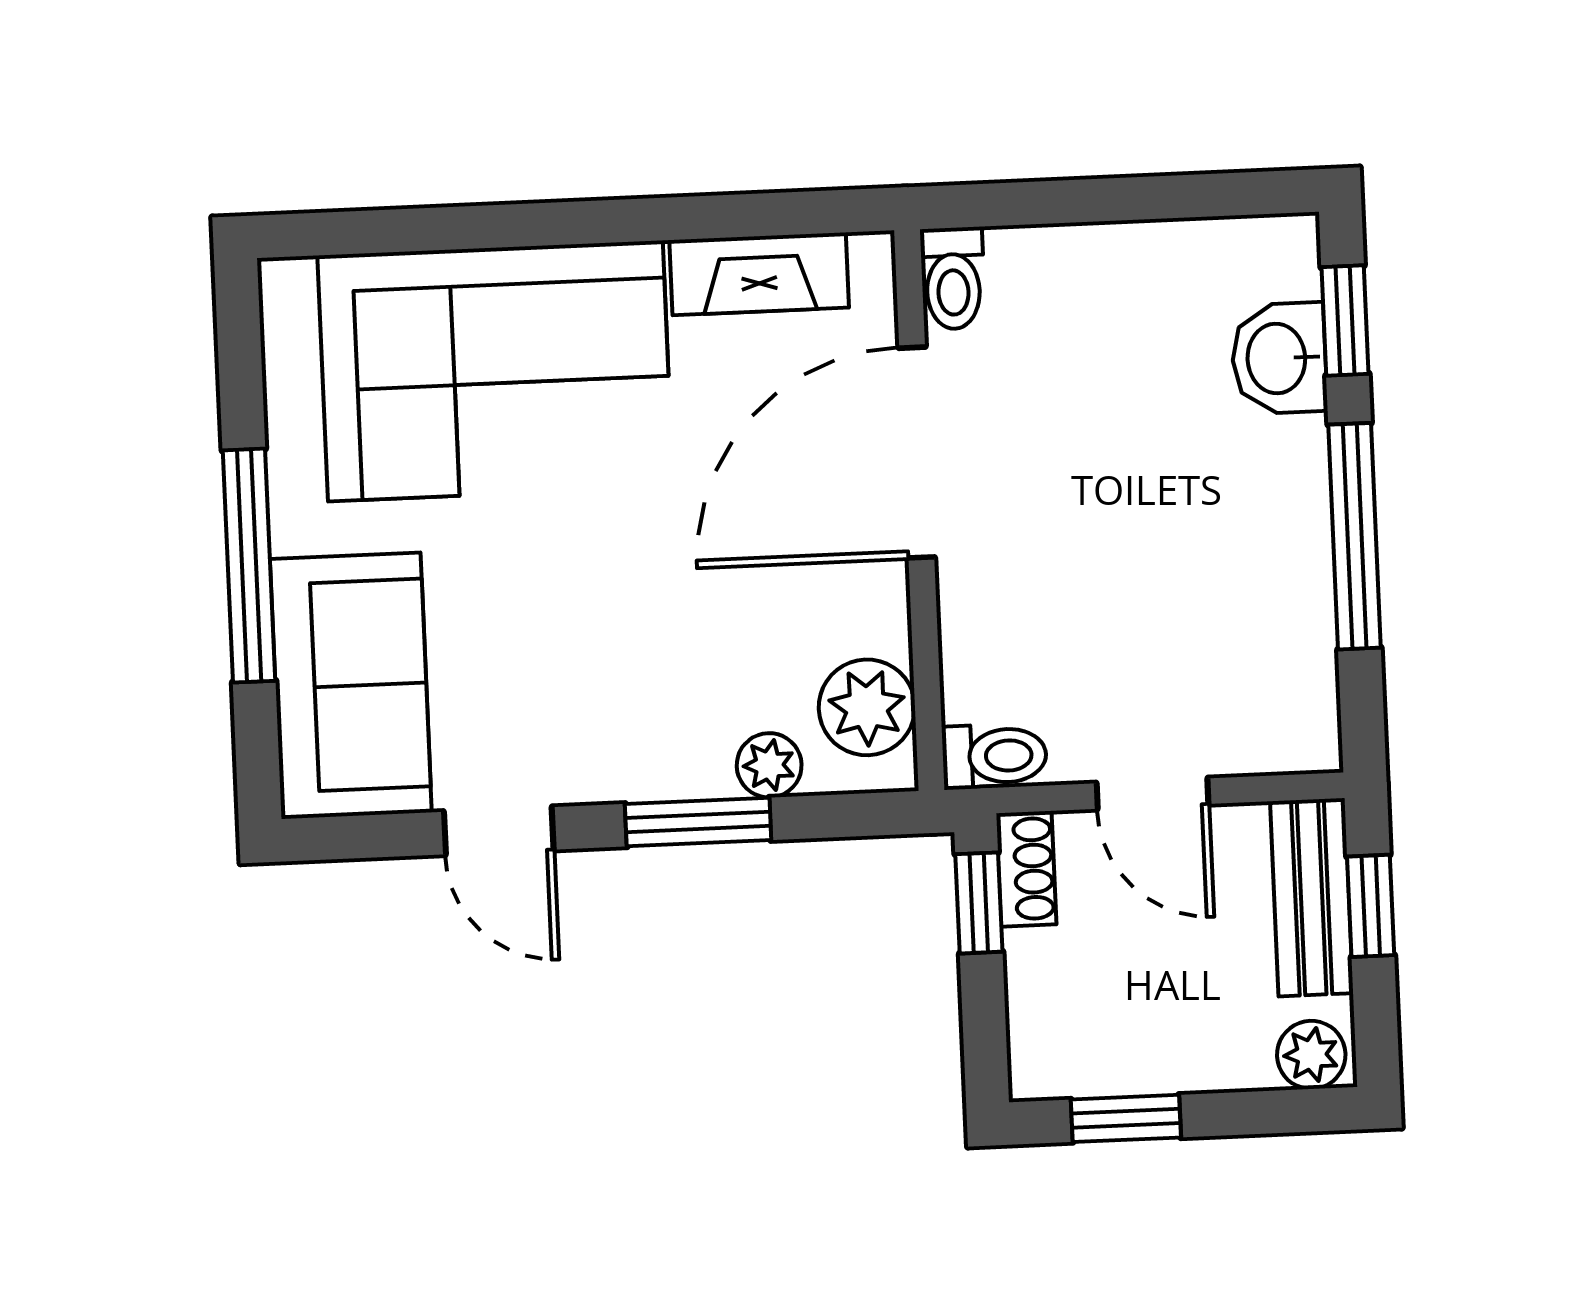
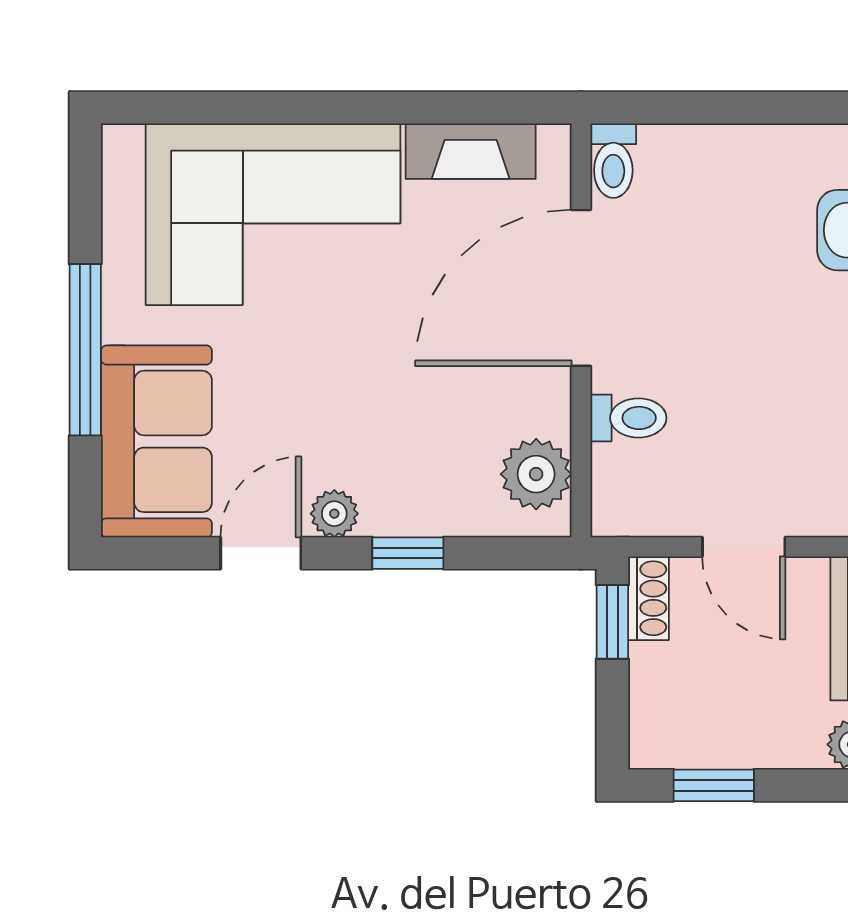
toilet: (994, 756) -> (628, 418), moved
plant: (769, 765) -> (334, 514), moved
window: (698, 822) -> (408, 553), width x0.67
door: (499, 831) -> (261, 553), swing flipped

